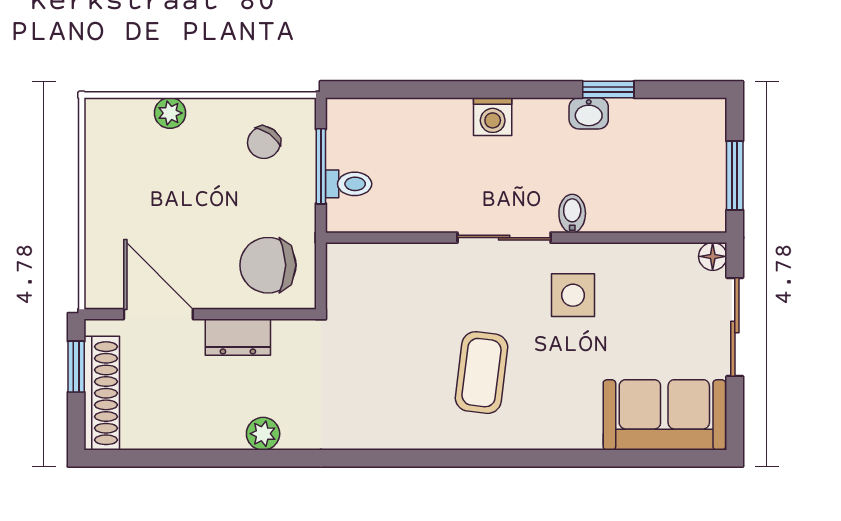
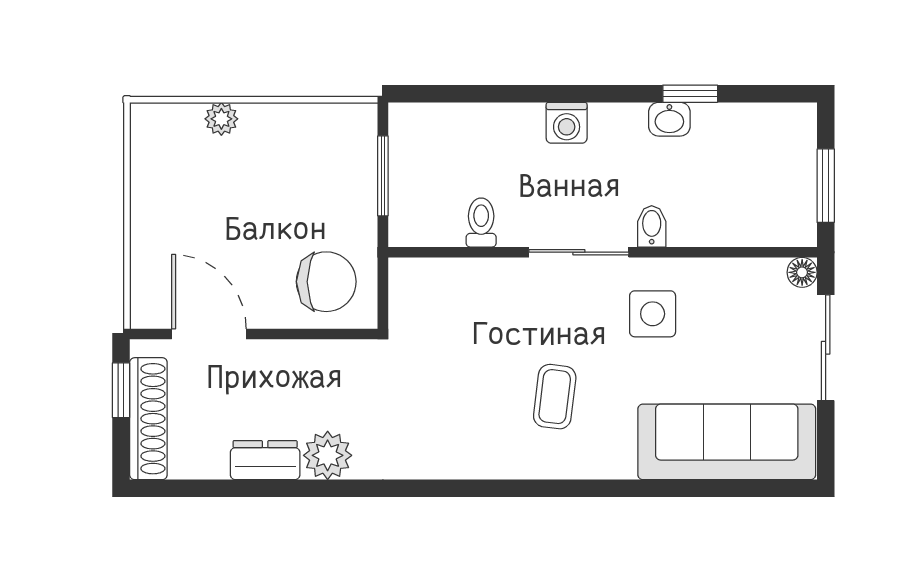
chair: (264, 143) -> (322, 150), removed
toilet: (349, 184) -> (481, 223), moved, turned -90
chair: (268, 265) -> (326, 282), turned 180
dresser: (238, 337) -> (265, 460), moved, turned 180
coffee table: (481, 373) -> (555, 397), width x0.73, depth x0.77
sofa: (664, 415) -> (727, 442), width x1.36
plant: (263, 434) -> (328, 455), width x1.38, depth x1.38

